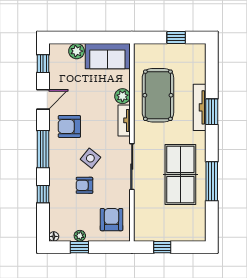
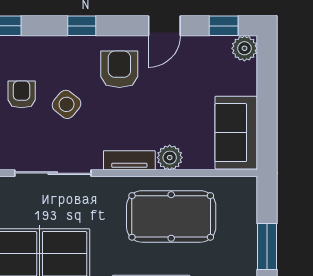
window: (176, 38) -> (267, 247), width x1.50
plant: (77, 51) -> (244, 48), moved
door: (43, 99) -> (164, 26), hinge flipped
window: (43, 149) -> (82, 26), width x0.46

